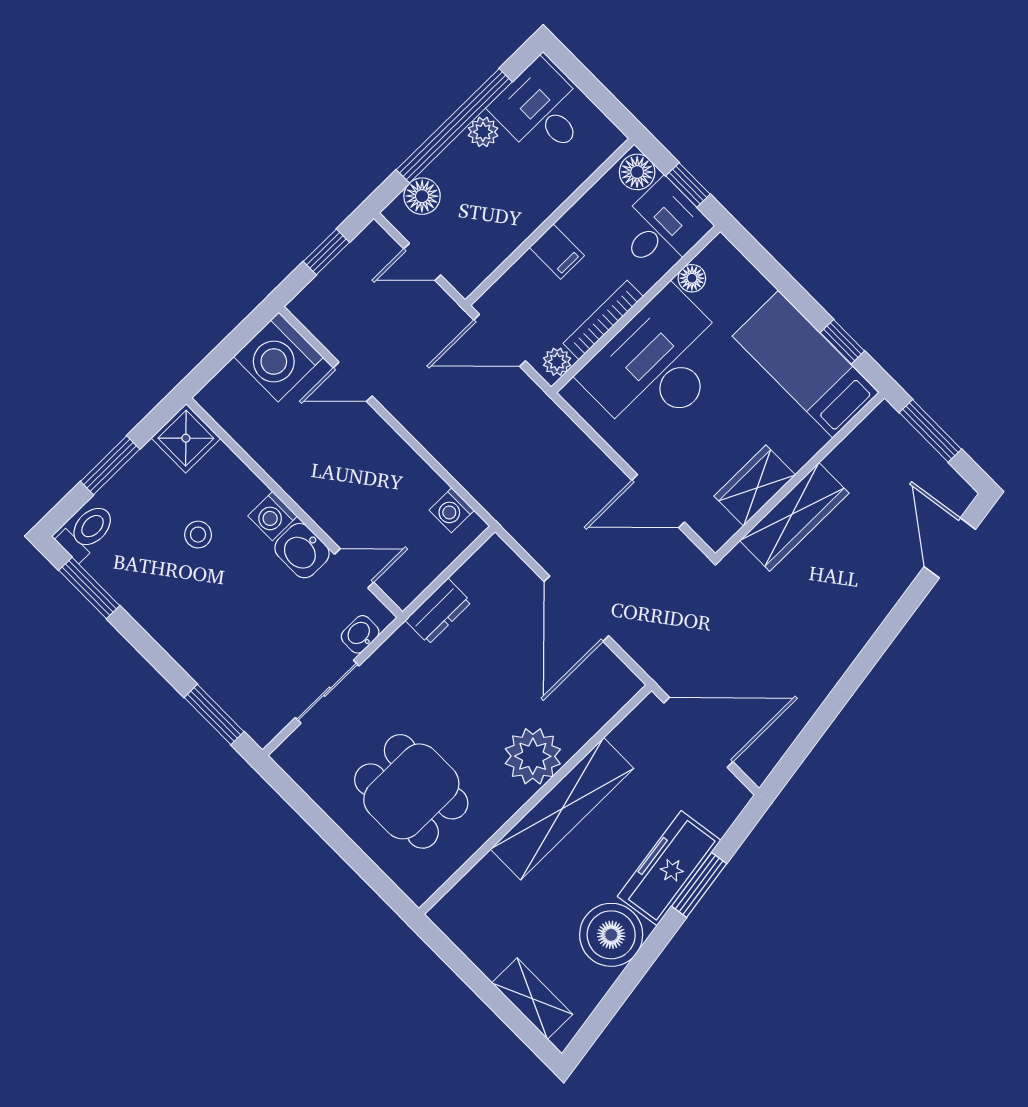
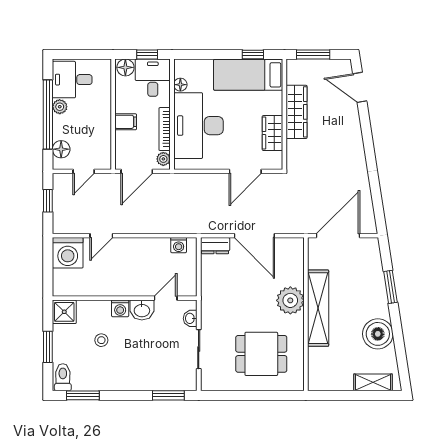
wardrobe: (794, 517) -> (297, 112), moved
dresser: (438, 611) -> (215, 246), moved, turned 90
freezer: (669, 868) -> (375, 292), removed

